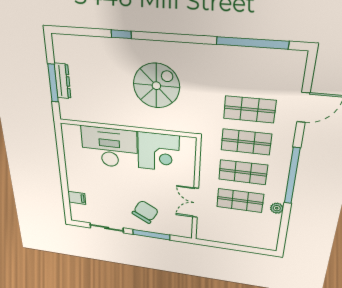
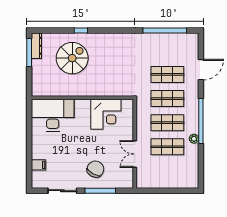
dresser: (63, 81) -> (36, 46), moved
window: (53, 83) -> (29, 53), moved
spiral stairs: (156, 86) -> (72, 58), moved
desk: (109, 147) -> (53, 115), moved
plant: (277, 208) -> (194, 139), moved

